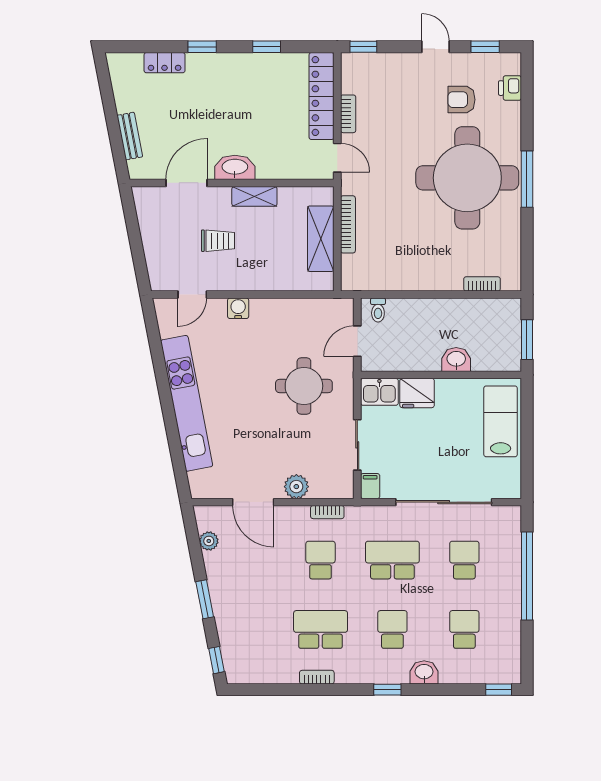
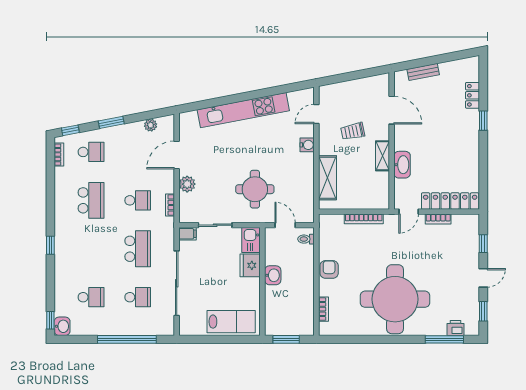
window: (267, 47) -> (483, 164), removed
window: (363, 47) -> (483, 244), moved
armchair: (461, 100) -> (329, 269), moved
washbasin: (235, 167) -> (402, 165), moved
window: (527, 179) -> (444, 339), moved
shelving: (321, 239) -> (328, 178), moved, turned 90
trolley: (218, 241) -> (353, 131), turned 78
door: (192, 295) -> (316, 114), hinge flipped
washbasin: (456, 360) -> (273, 275), moved
school desk: (392, 629) -> (91, 152), moved
washbasin: (424, 672) -> (62, 326), moved
bookcase: (317, 677) -> (59, 155), moved

